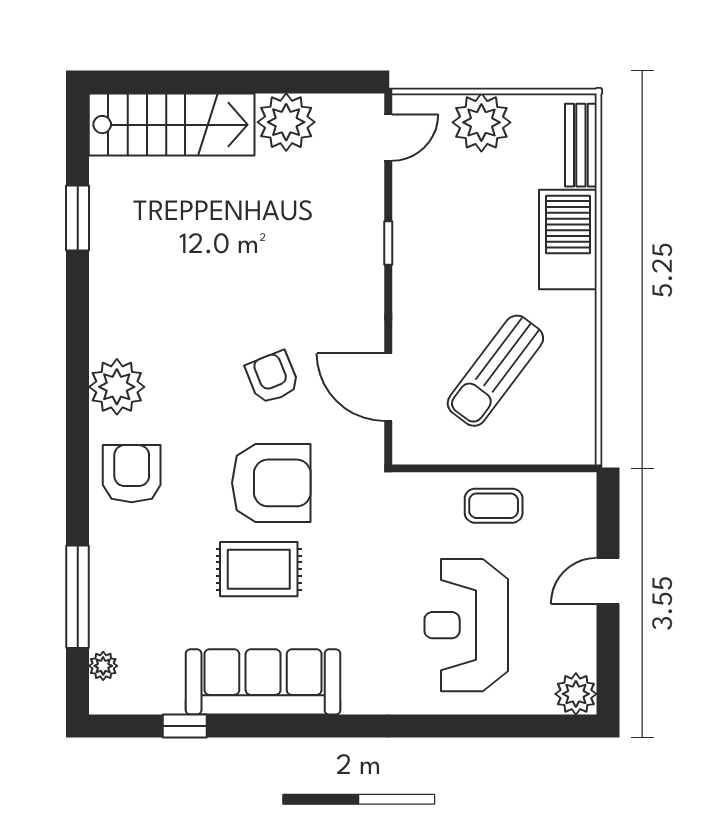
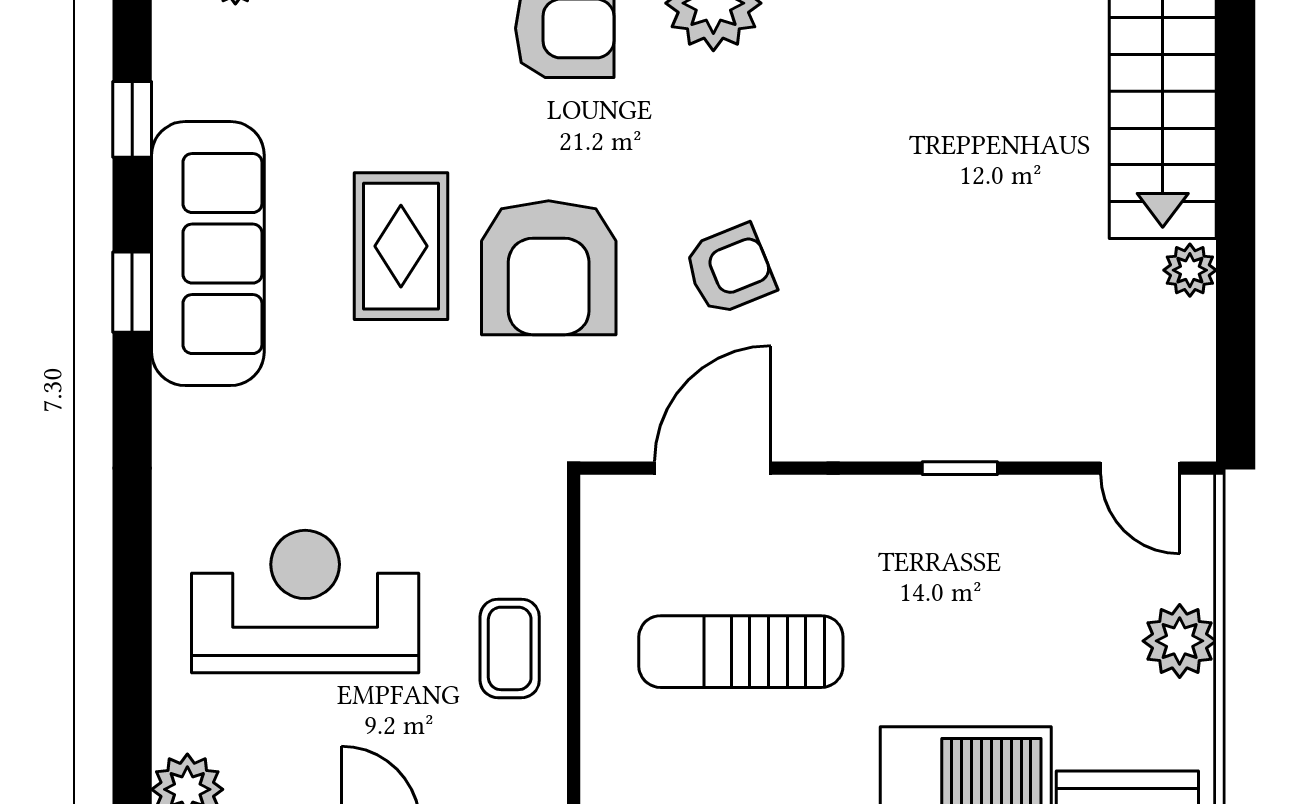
plant: (286, 122) -> (1190, 270), width x0.53, depth x0.53
plant: (481, 122) -> (1180, 641), width x0.73, depth x0.73
sun lounger: (495, 371) -> (741, 652), turned -37
window: (286, 726) -> (132, 292), added

